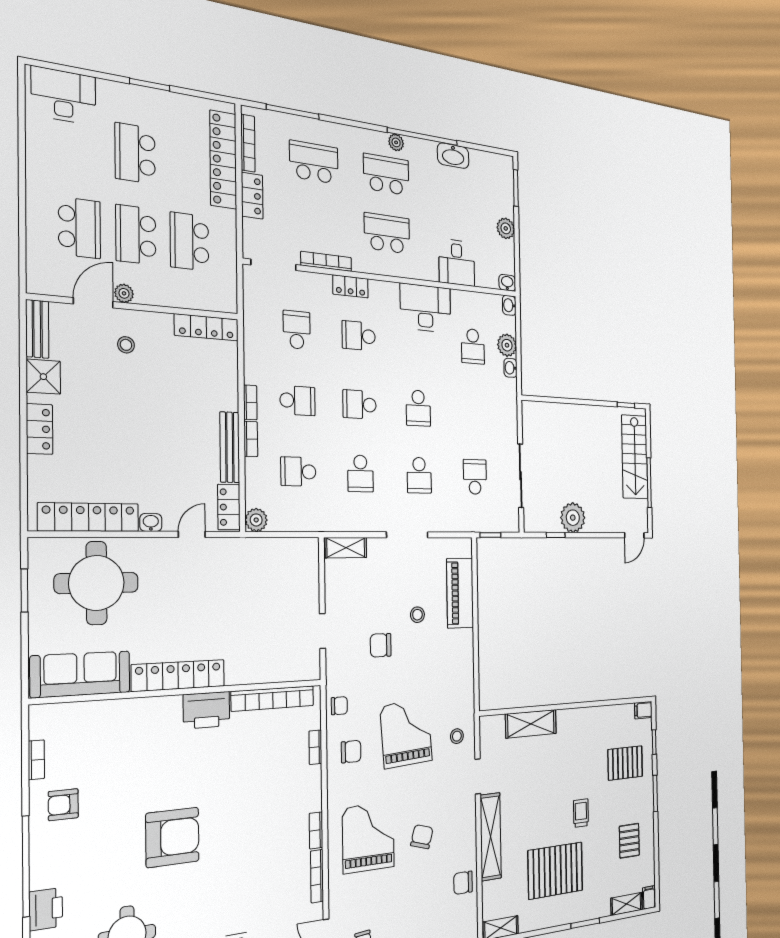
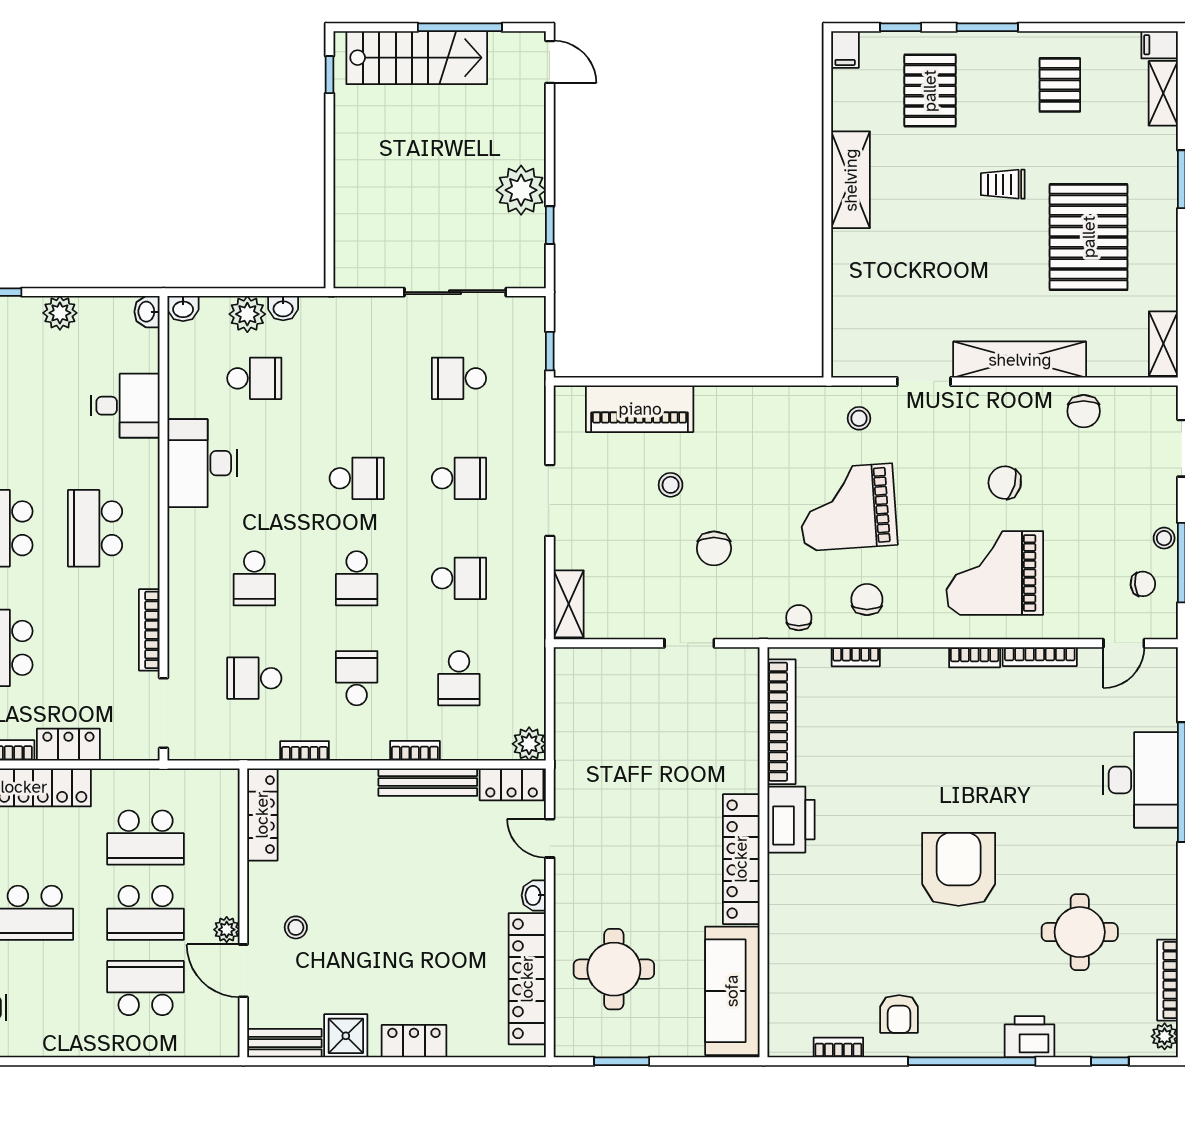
locker: (351, 286) -> (182, 591), removed
bookcase: (250, 402) -> (305, 751), moved
round table: (97, 583) -> (614, 969), width x0.73, depth x0.73
shelving: (531, 724) -> (851, 180), moved
pallet: (629, 841) -> (1060, 85), turned 90

